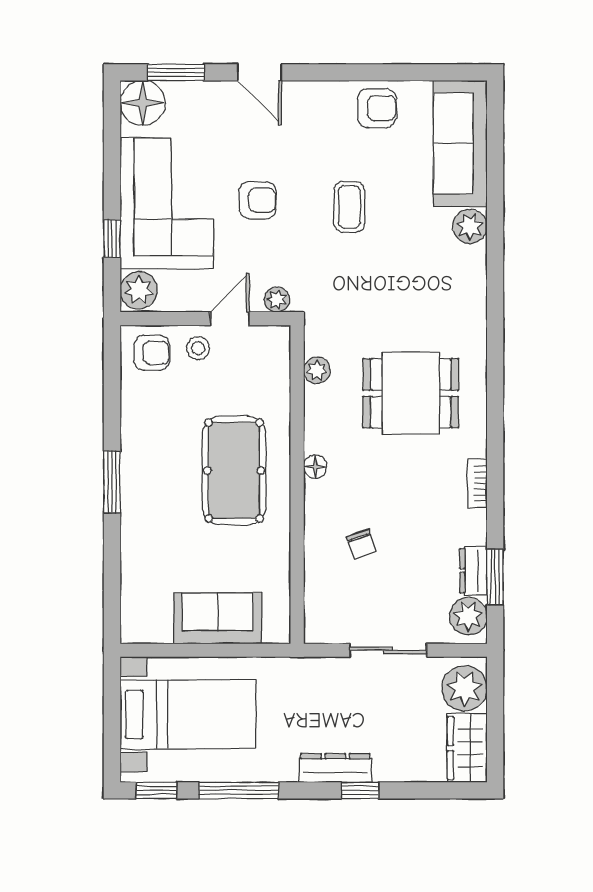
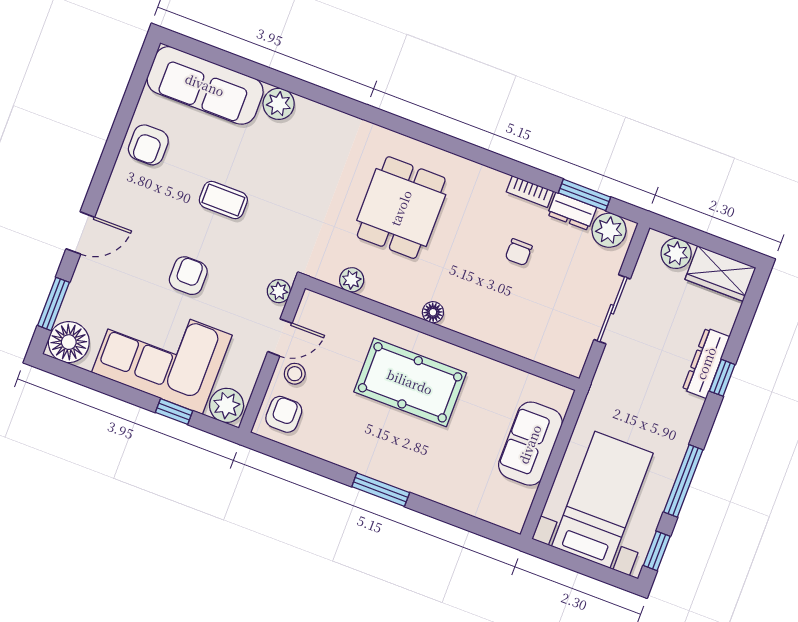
armchair: (377, 108) -> (148, 145), turned 180
door: (230, 319) -> (280, 337), swing flipped
bookcase: (477, 483) -> (530, 192), moved
chair: (362, 544) -> (519, 252), moved, turned 109
plant: (464, 688) -> (676, 253), width x0.73, depth x0.73
dresser: (335, 768) -> (706, 363), moved

